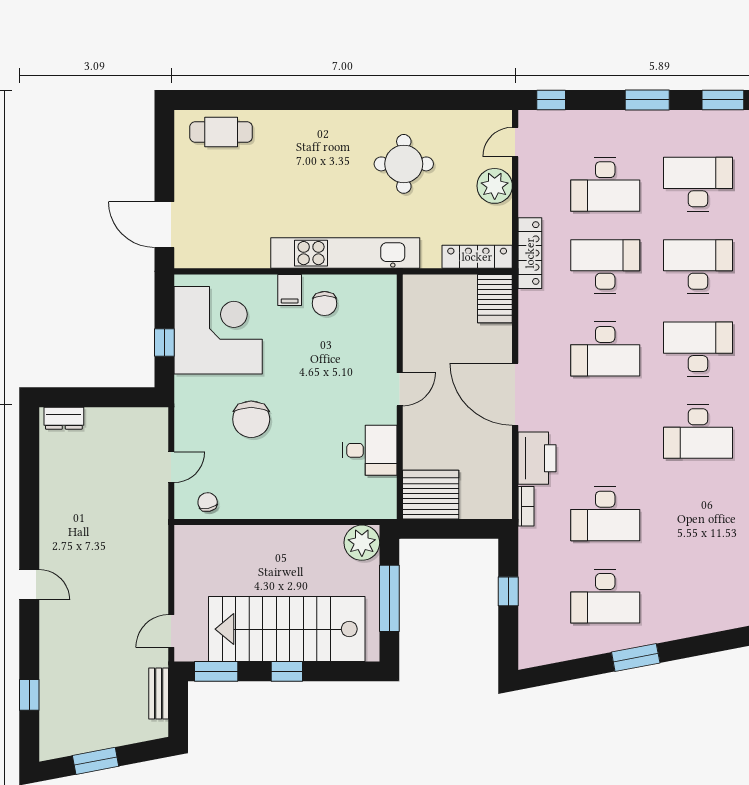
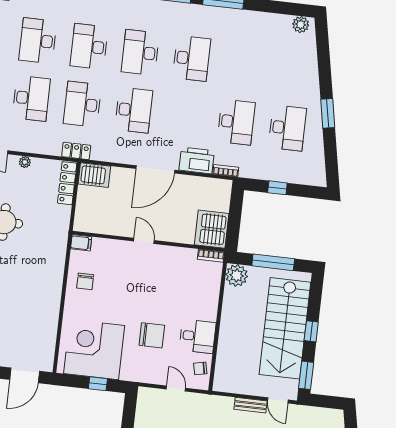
plant: (495, 186) -> (25, 162), width x0.53, depth x0.53
kitchen unit: (345, 253) -> (55, 265), removed
locker: (530, 253) -> (76, 151), width x0.66
filing cabinet: (290, 290) -> (81, 243), moved
chair: (325, 303) -> (85, 281), turned 90
desk: (370, 450) -> (198, 336), moved, turned 90
bookcase: (388, 498) -> (211, 256), added
bench: (159, 694) -> (251, 405), moved

